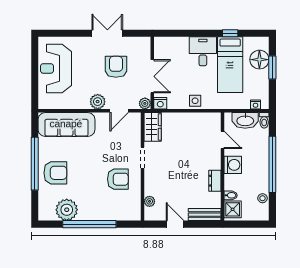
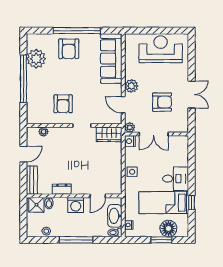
window: (272, 164) -> (76, 240), width x0.68

